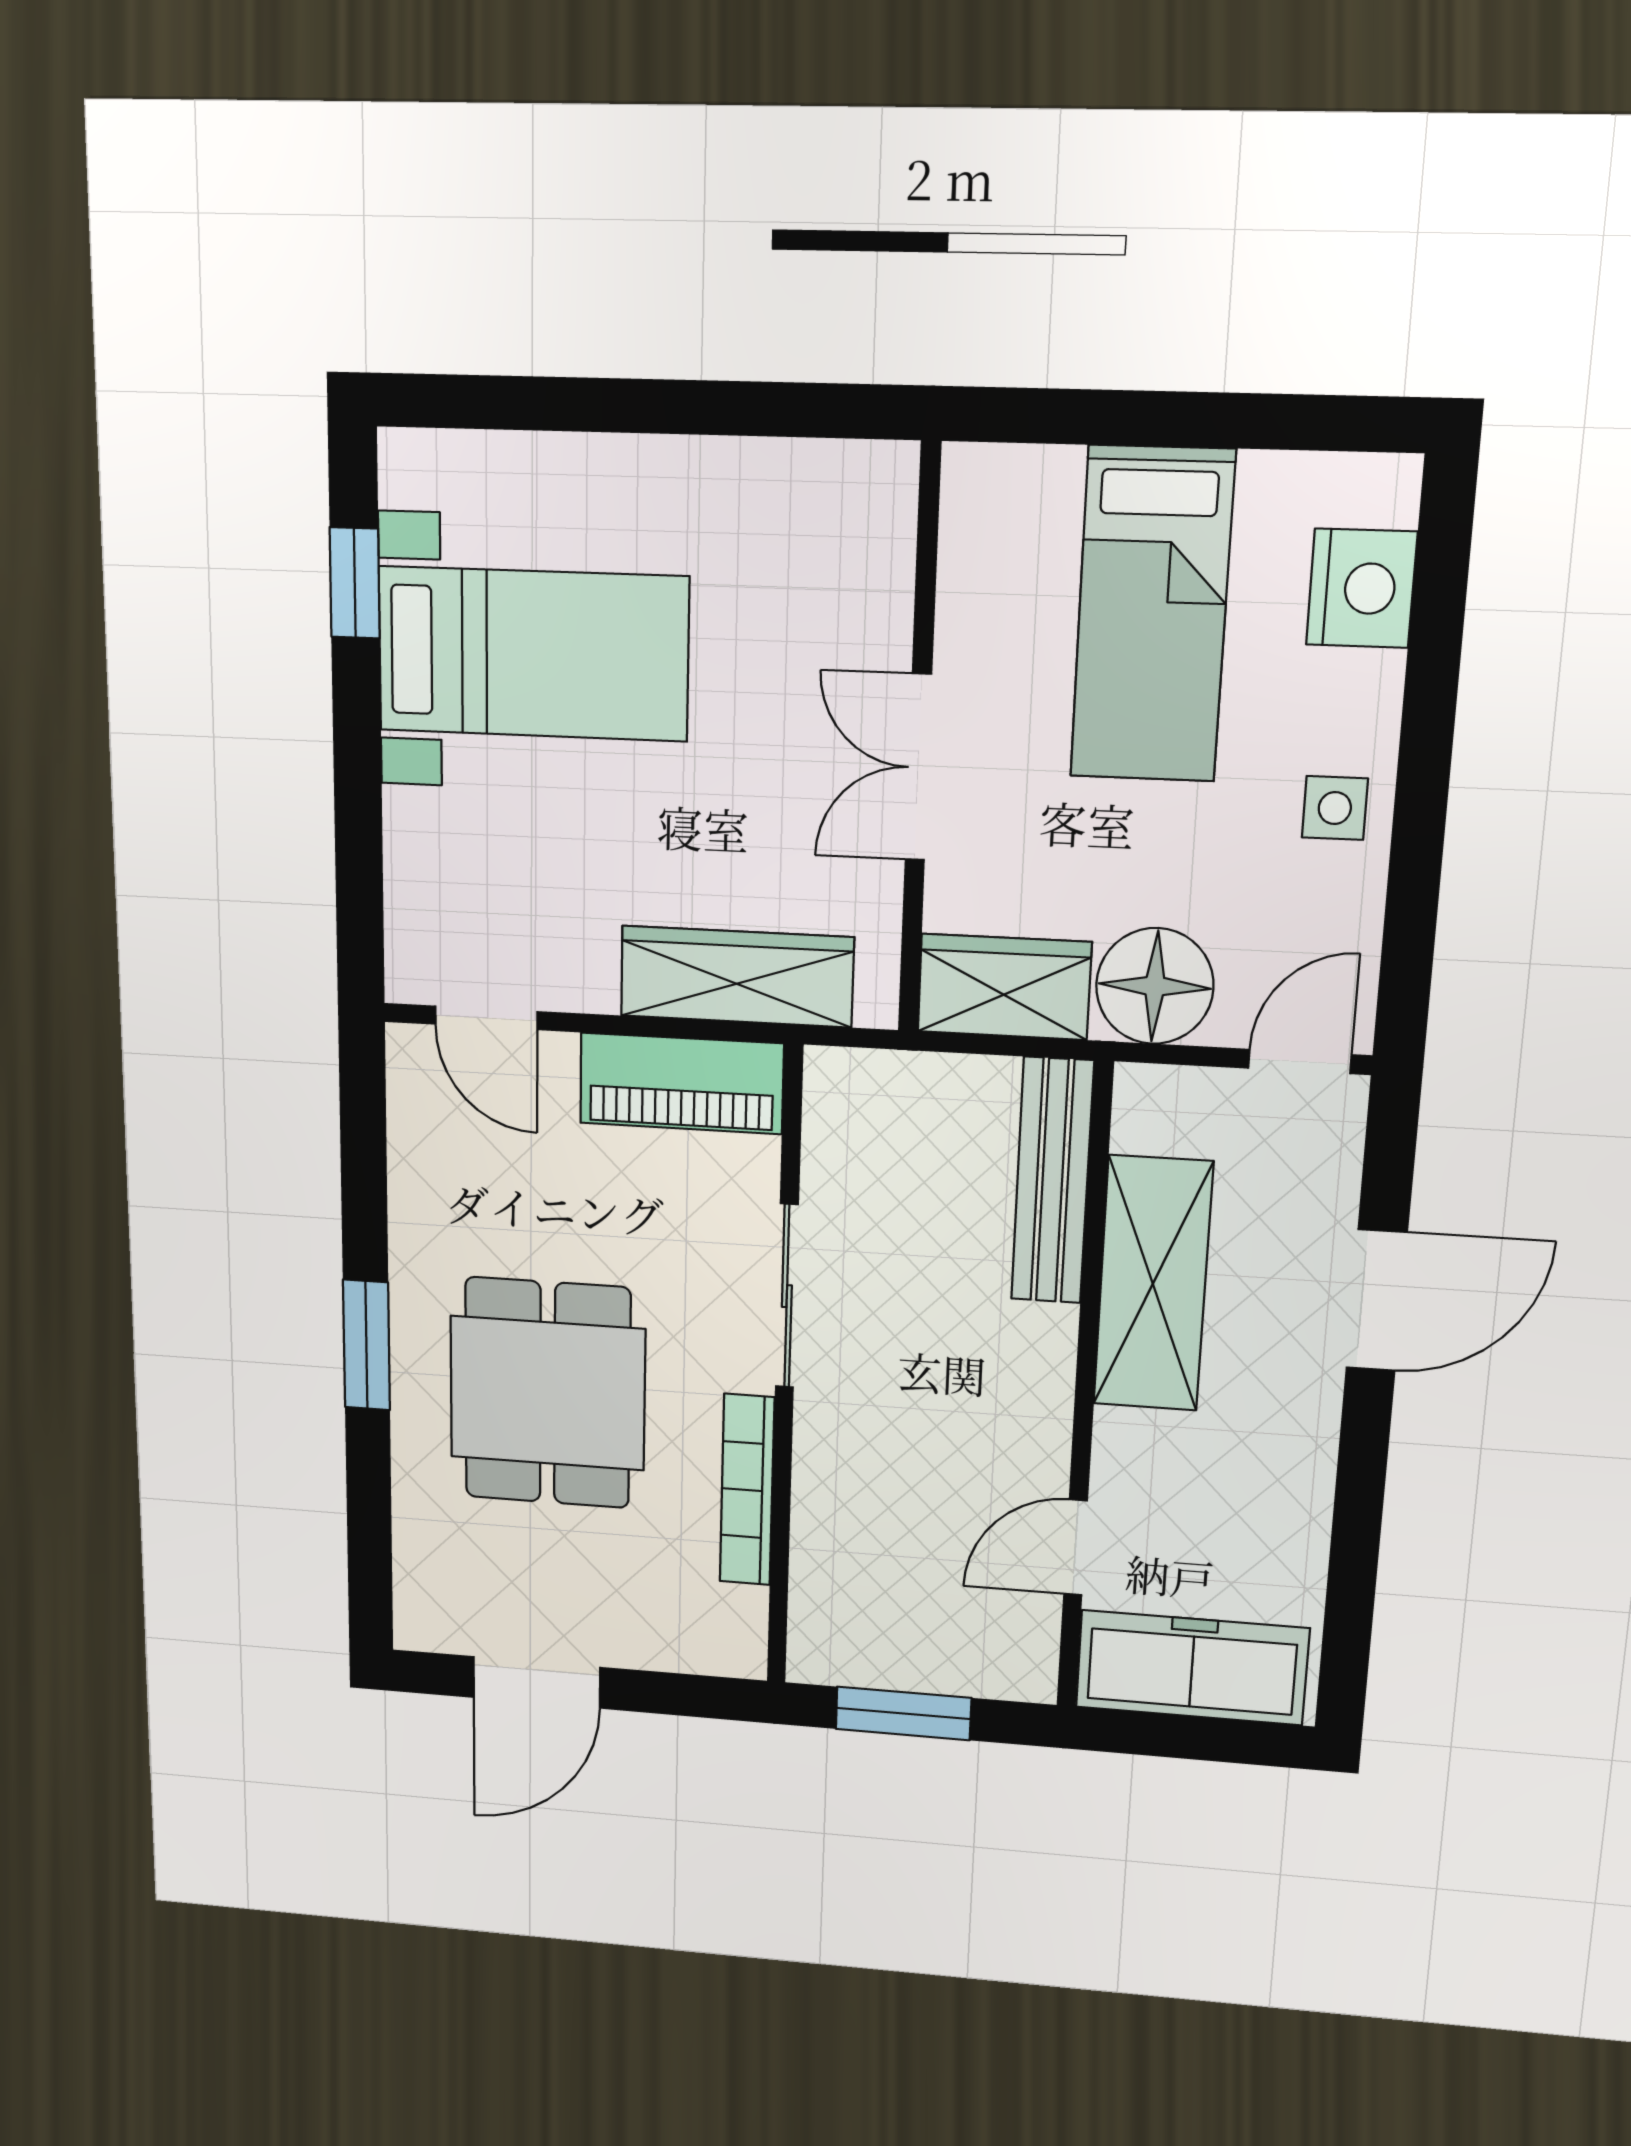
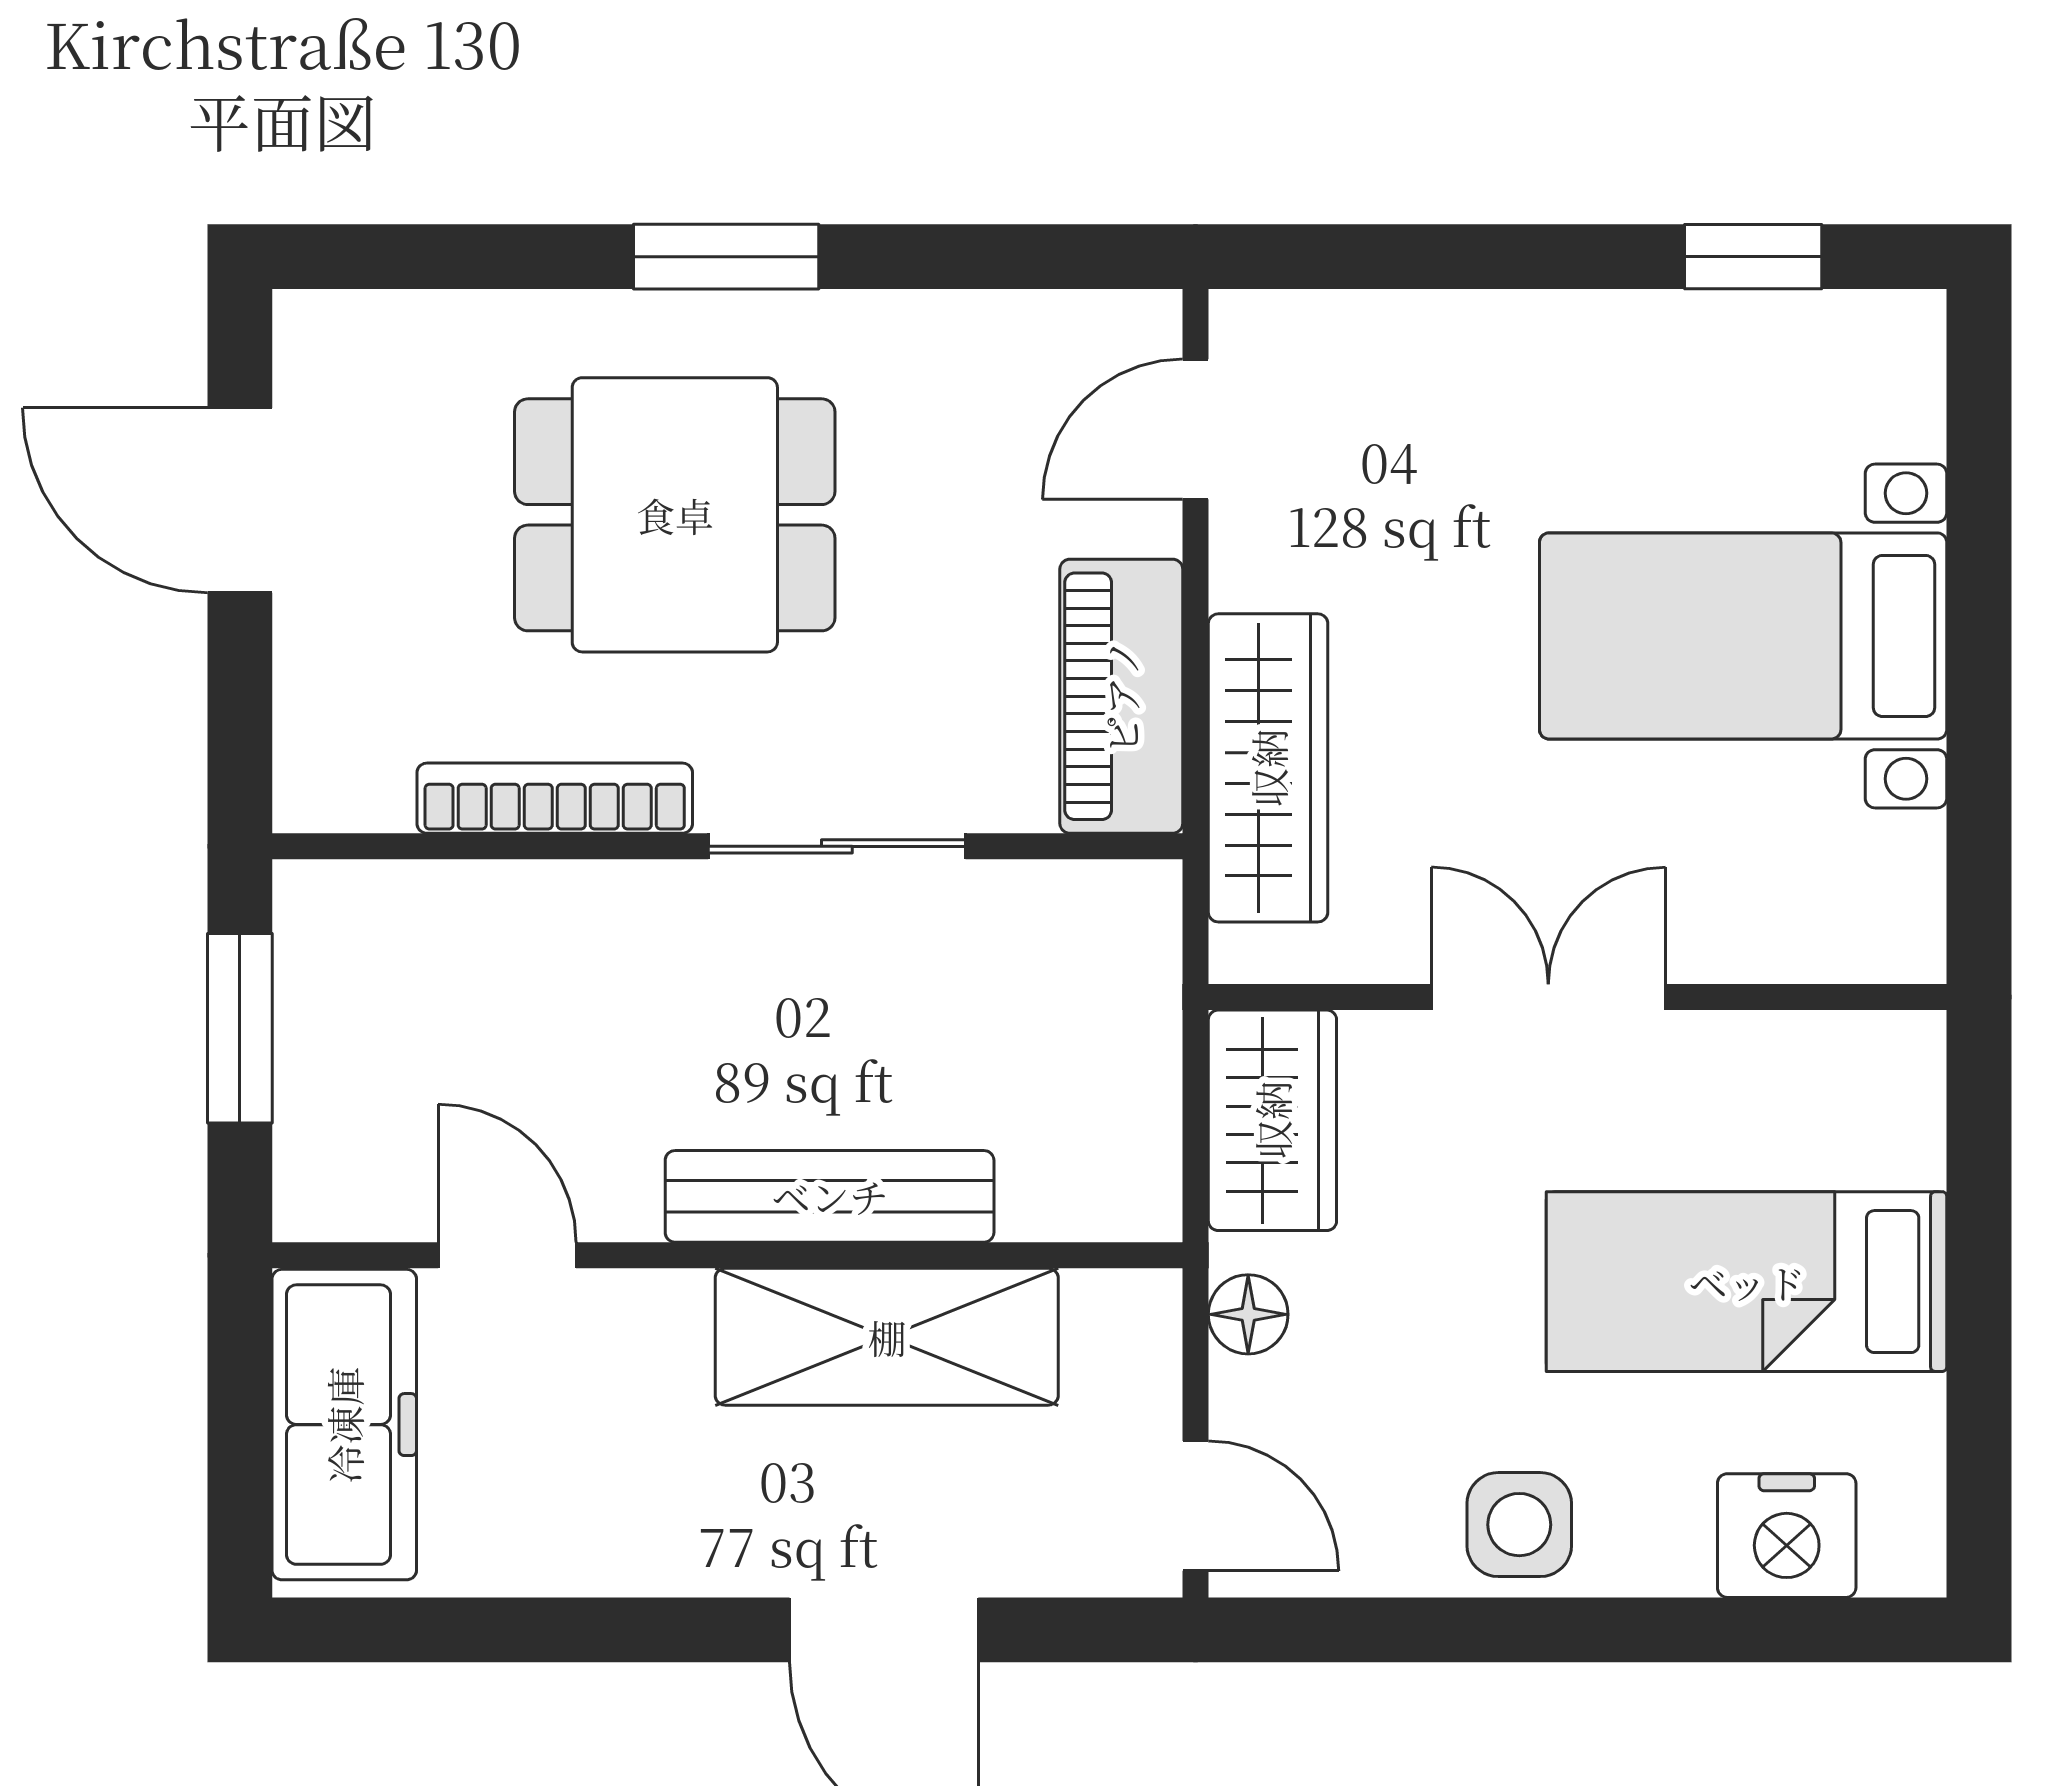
bed with nightstands: (533, 654) -> (1743, 636), moved, turned 90
side table: (1335, 808) -> (1519, 1525), width x1.37, depth x1.37
floor lamp: (1155, 986) -> (1248, 1314), width x0.53, depth x0.53
bench: (1052, 1181) -> (830, 1196), moved

